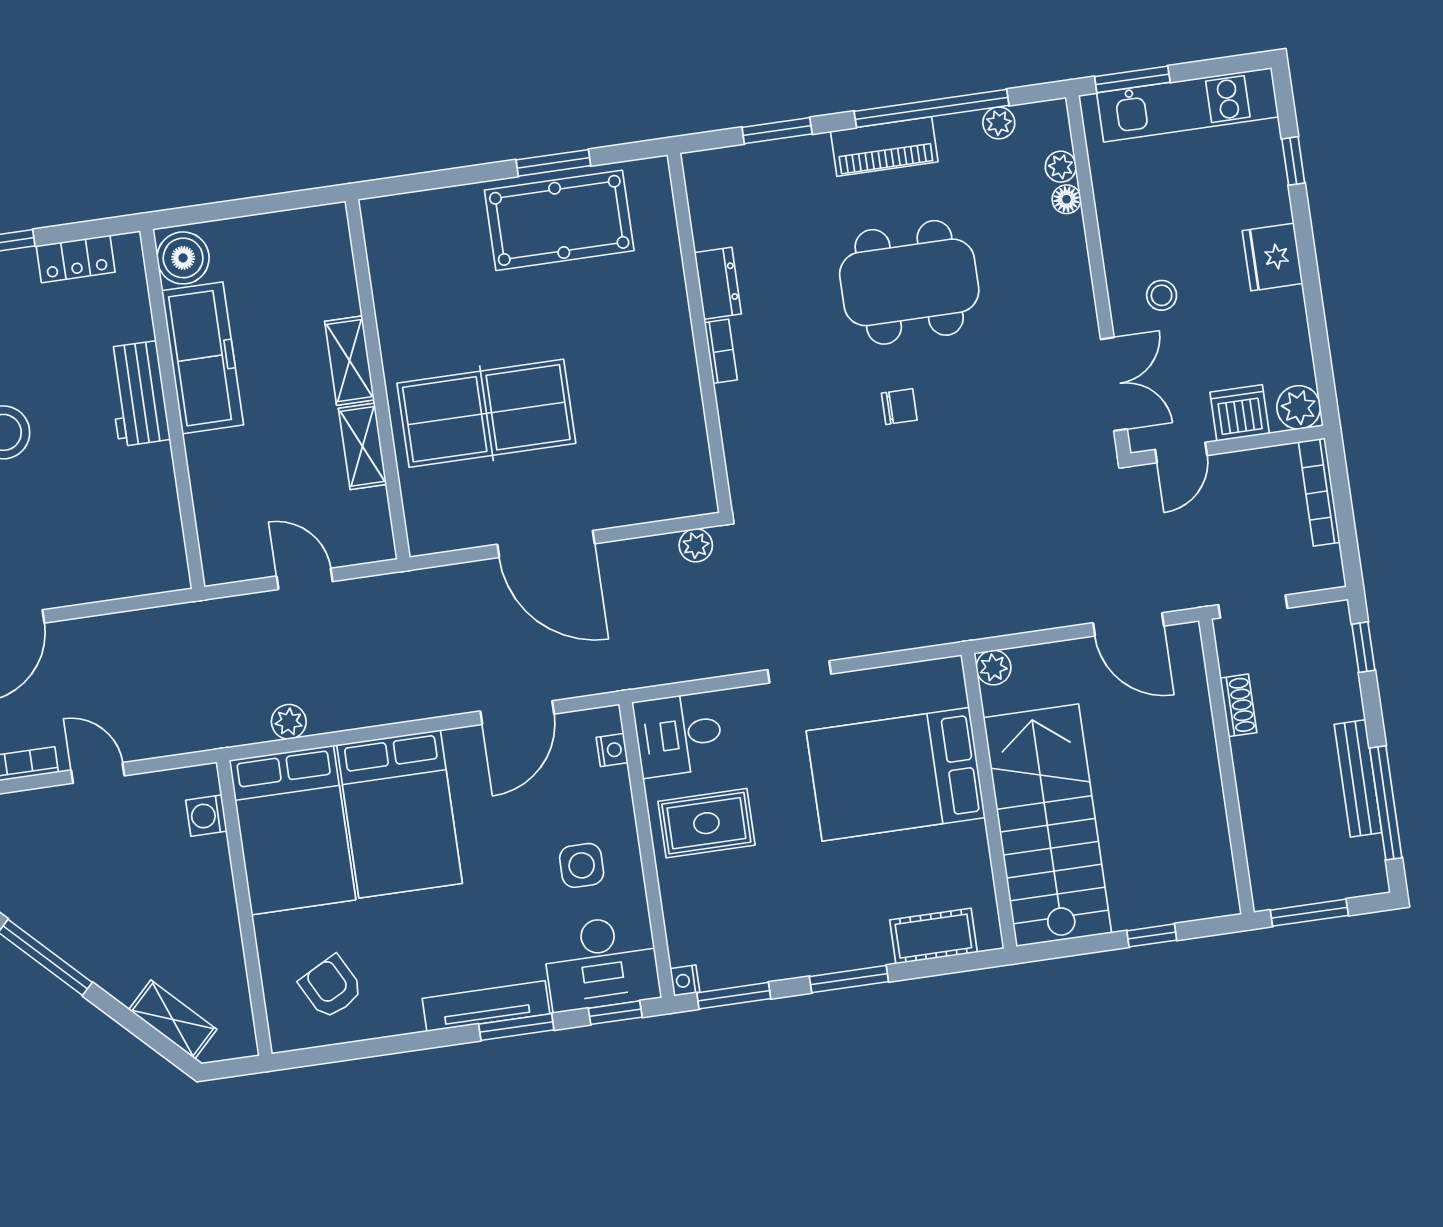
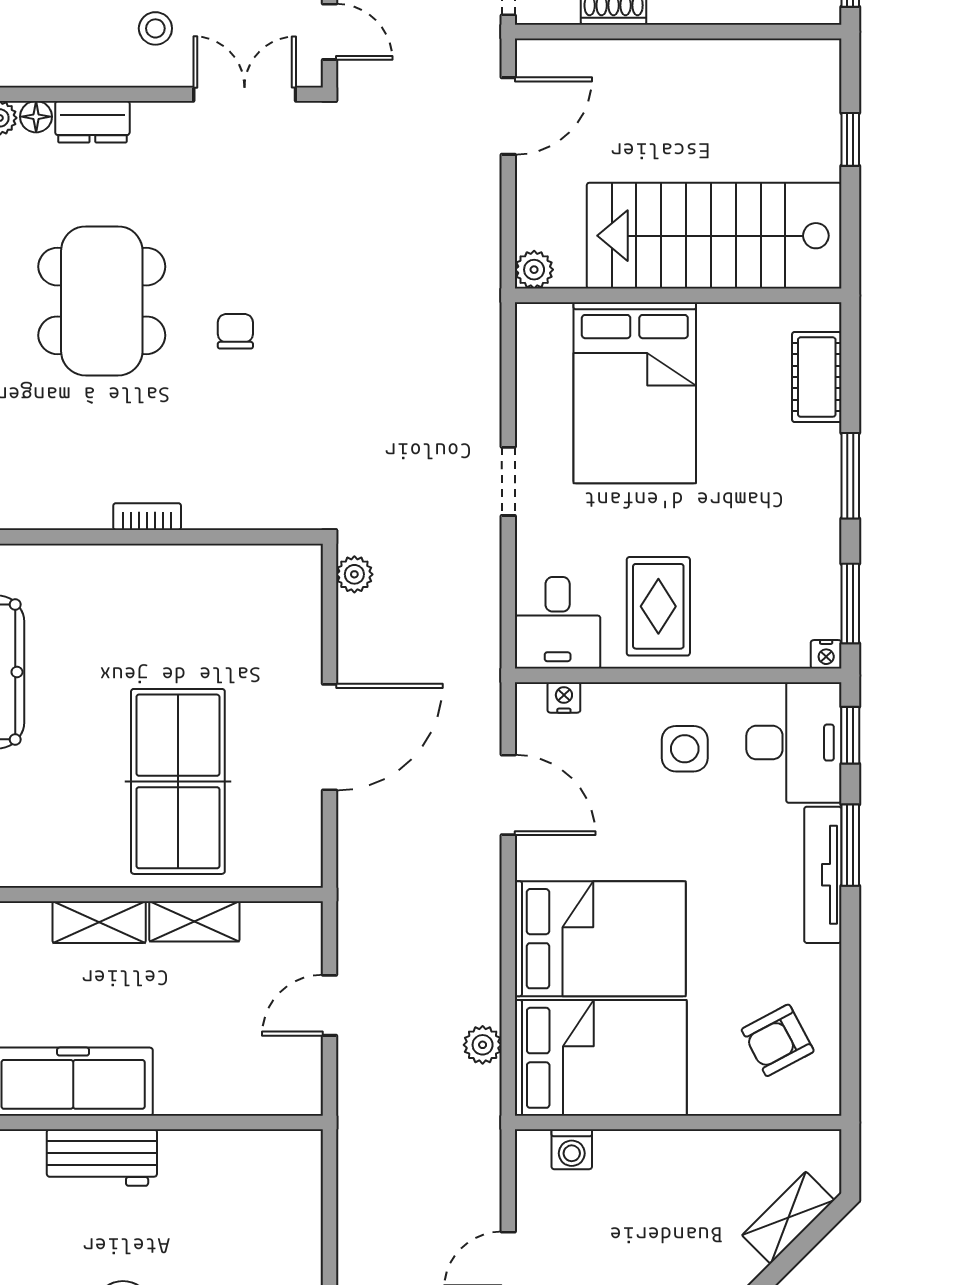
dresser: (718, 283) -> (92, 122), moved, turned 180

